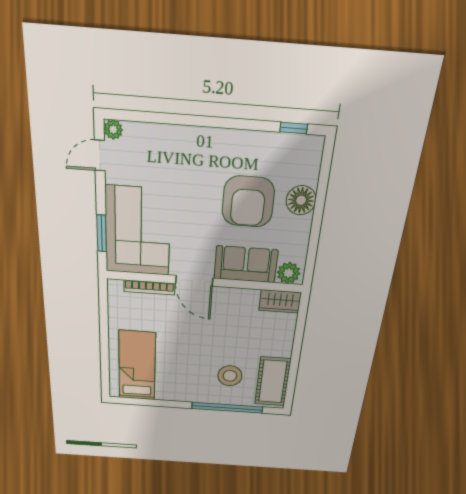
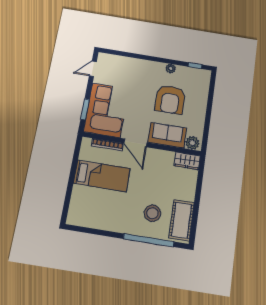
plant: (113, 129) -> (171, 69), moved
floor lamp: (301, 200) -> (199, 101), removed
bed: (137, 366) -> (102, 176), moved, turned 90

